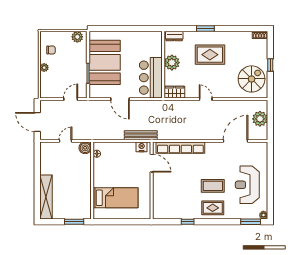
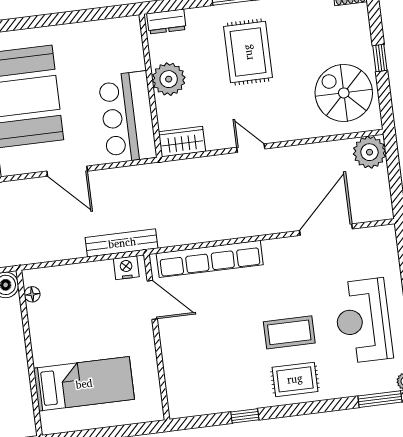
rug: (210, 55) -> (248, 52), turned 90
spiral stairs: (252, 79) -> (344, 93), turned -90
plant: (260, 119) -> (369, 152), moved

